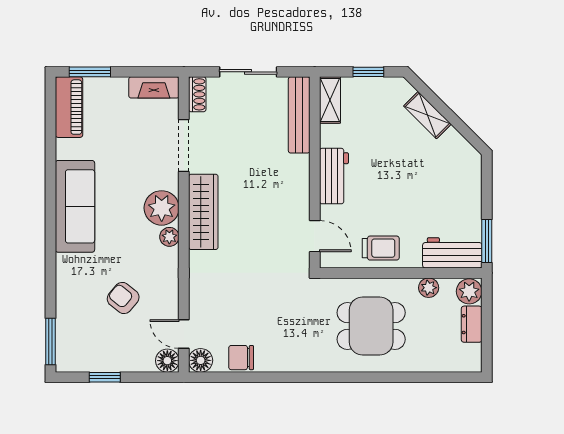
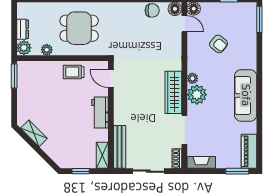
shelving: (427, 115) -> (34, 133), moved
workbench: (452, 253) -> (33, 69), removed

